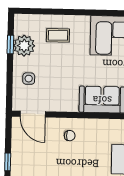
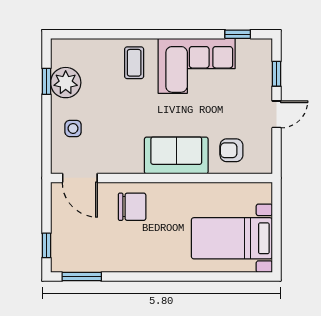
coffee table: (58, 35) -> (134, 63), moved, turned 90
chair: (70, 136) -> (132, 207), width x1.87, depth x1.87

